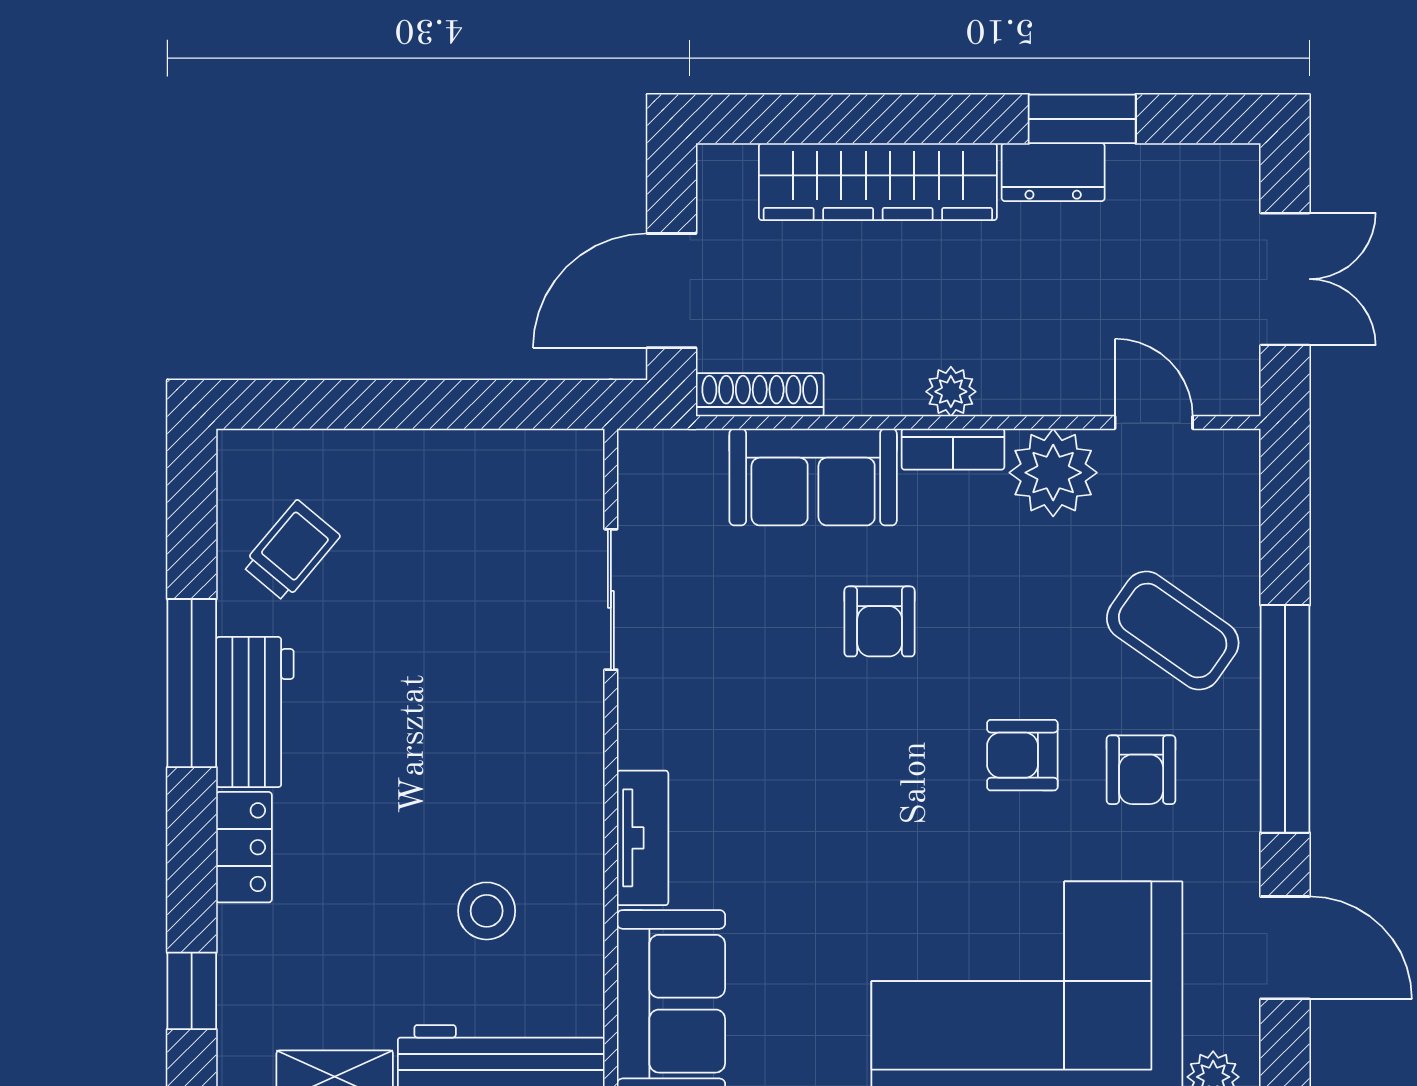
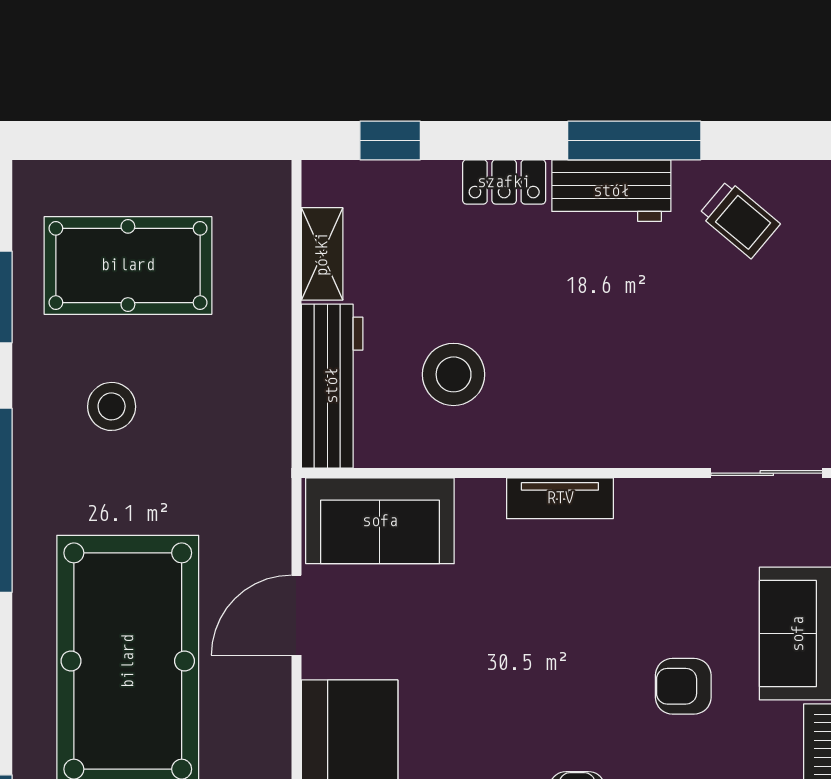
sliding door: (611, 599) -> (767, 473), moved
tv unit: (643, 838) -> (560, 498), moved
stool: (487, 911) -> (454, 374), width x1.38, depth x1.38

